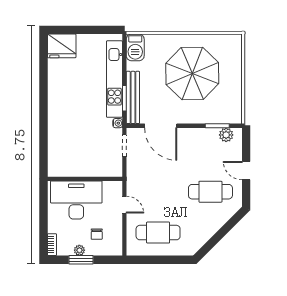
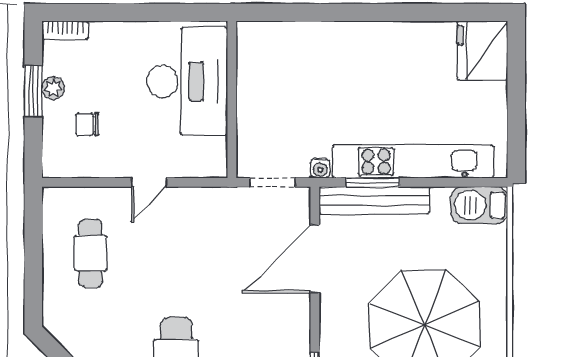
wall: (85, 179) -> (232, 100), moved
desk: (76, 200) -> (187, 81), moved
cafe table: (158, 233) -> (90, 253), width x0.73, depth x0.74

